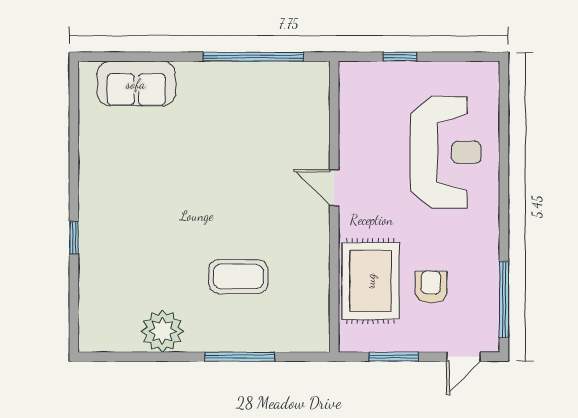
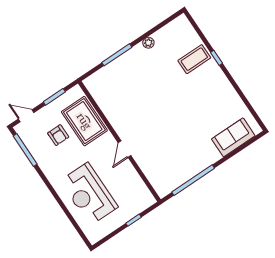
door: (334, 188) -> (125, 149), swing flipped
coffee table: (238, 276) -> (194, 59), moved
plant: (162, 331) -> (148, 43), width x0.53, depth x0.53
door: (463, 357) -> (26, 116), hinge flipped

